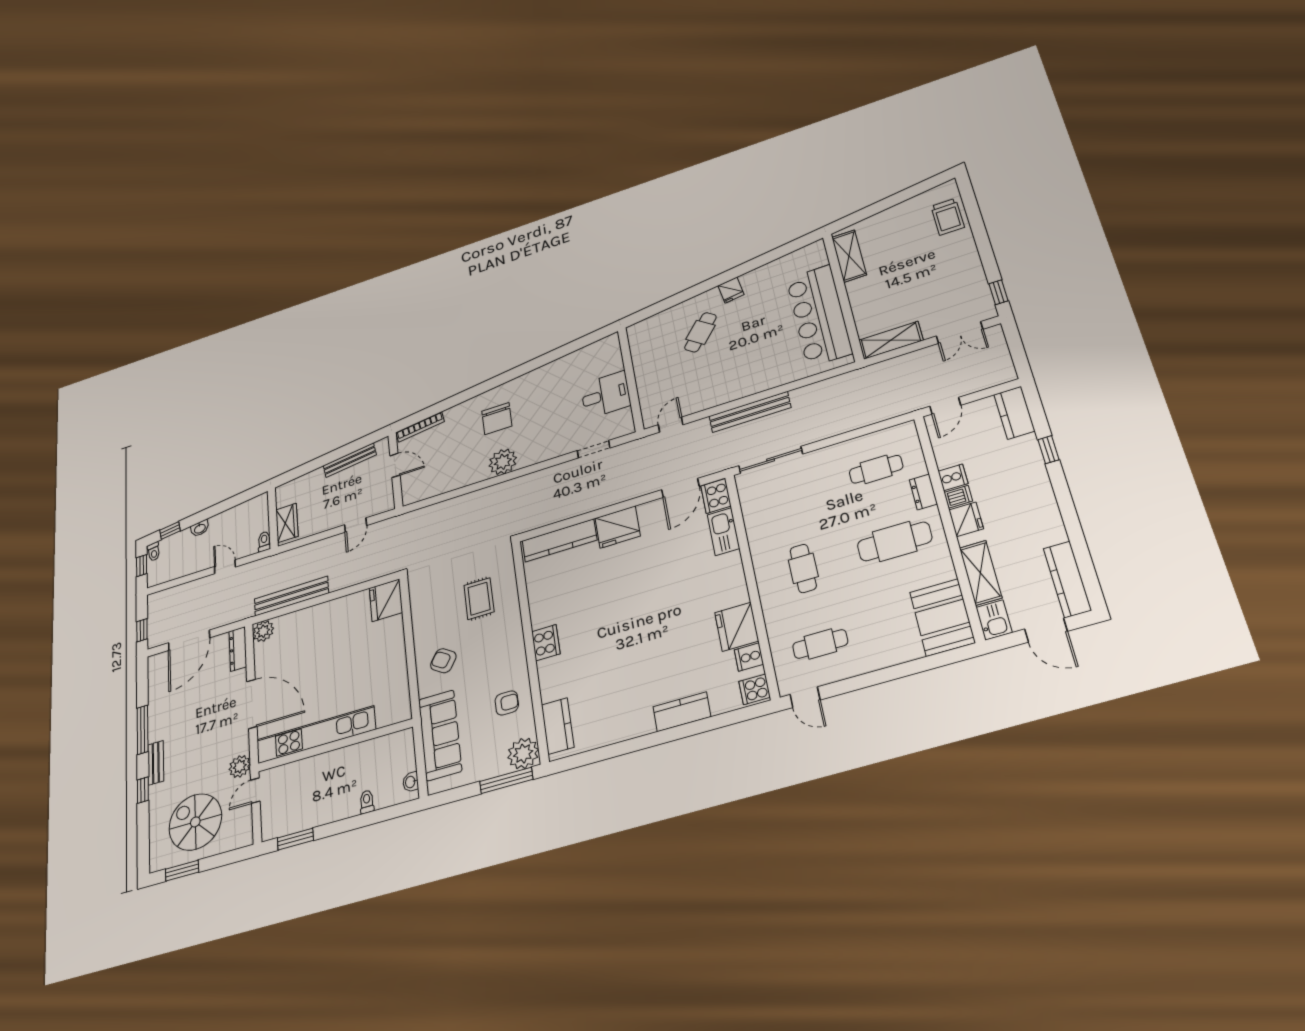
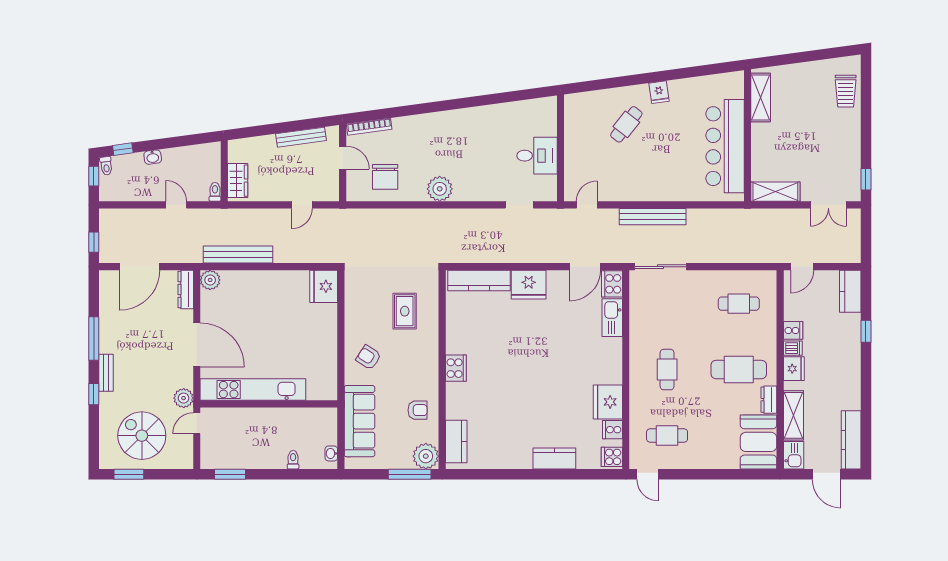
chair: (497, 419) -> (385, 177), moved
dresser: (923, 492) -> (769, 400), moved

